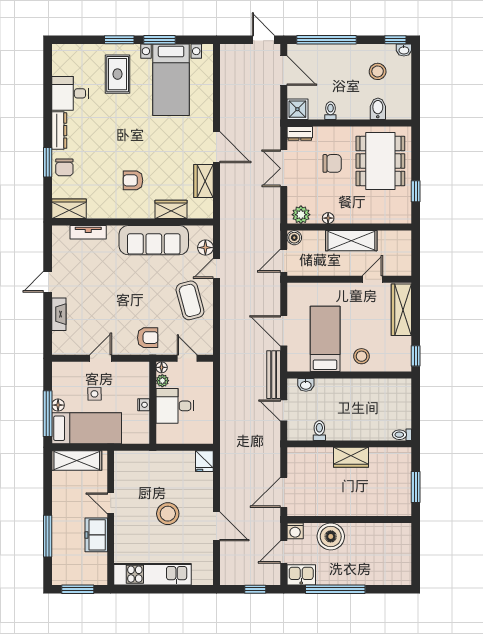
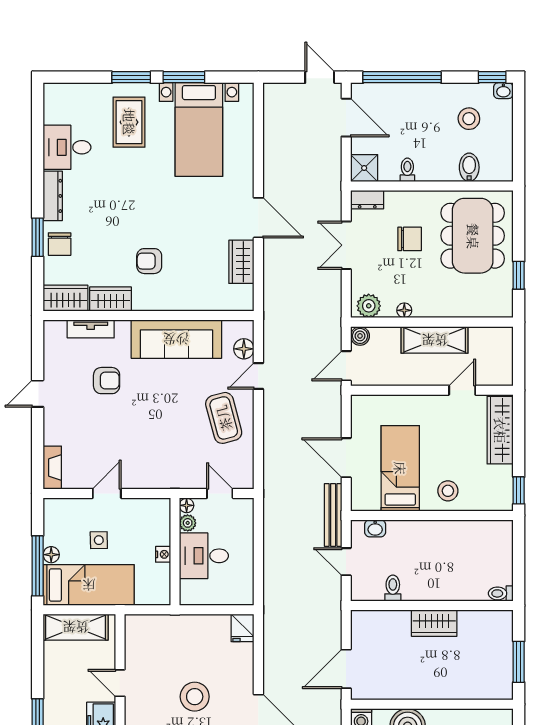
wardrobe: (171, 209) -> (111, 299), moved
fireplace: (59, 314) -> (52, 468), moved
armchair: (148, 338) -> (107, 381), moved

